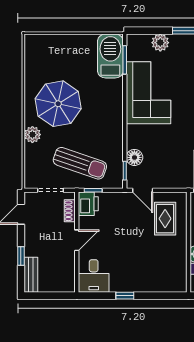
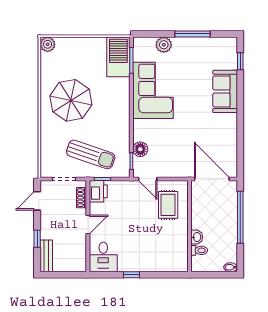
plant: (32, 135) -> (48, 44), moved

